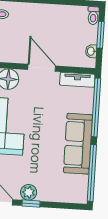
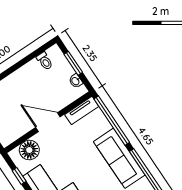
toilet: (93, 16) -> (45, 61), moved

